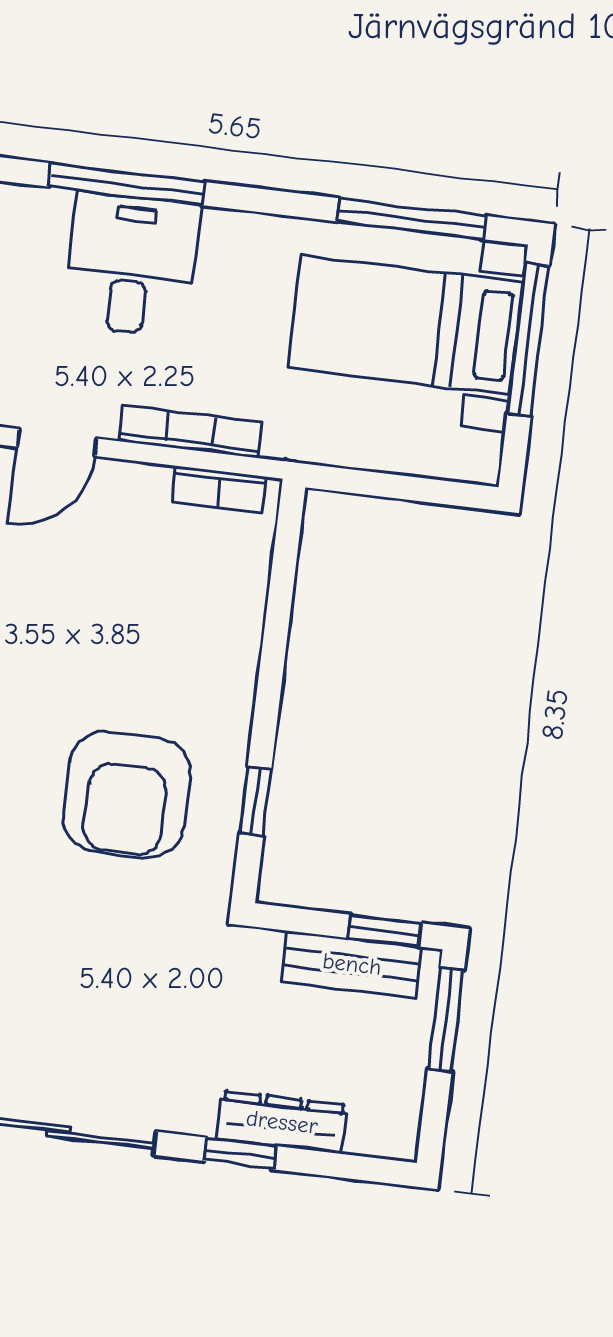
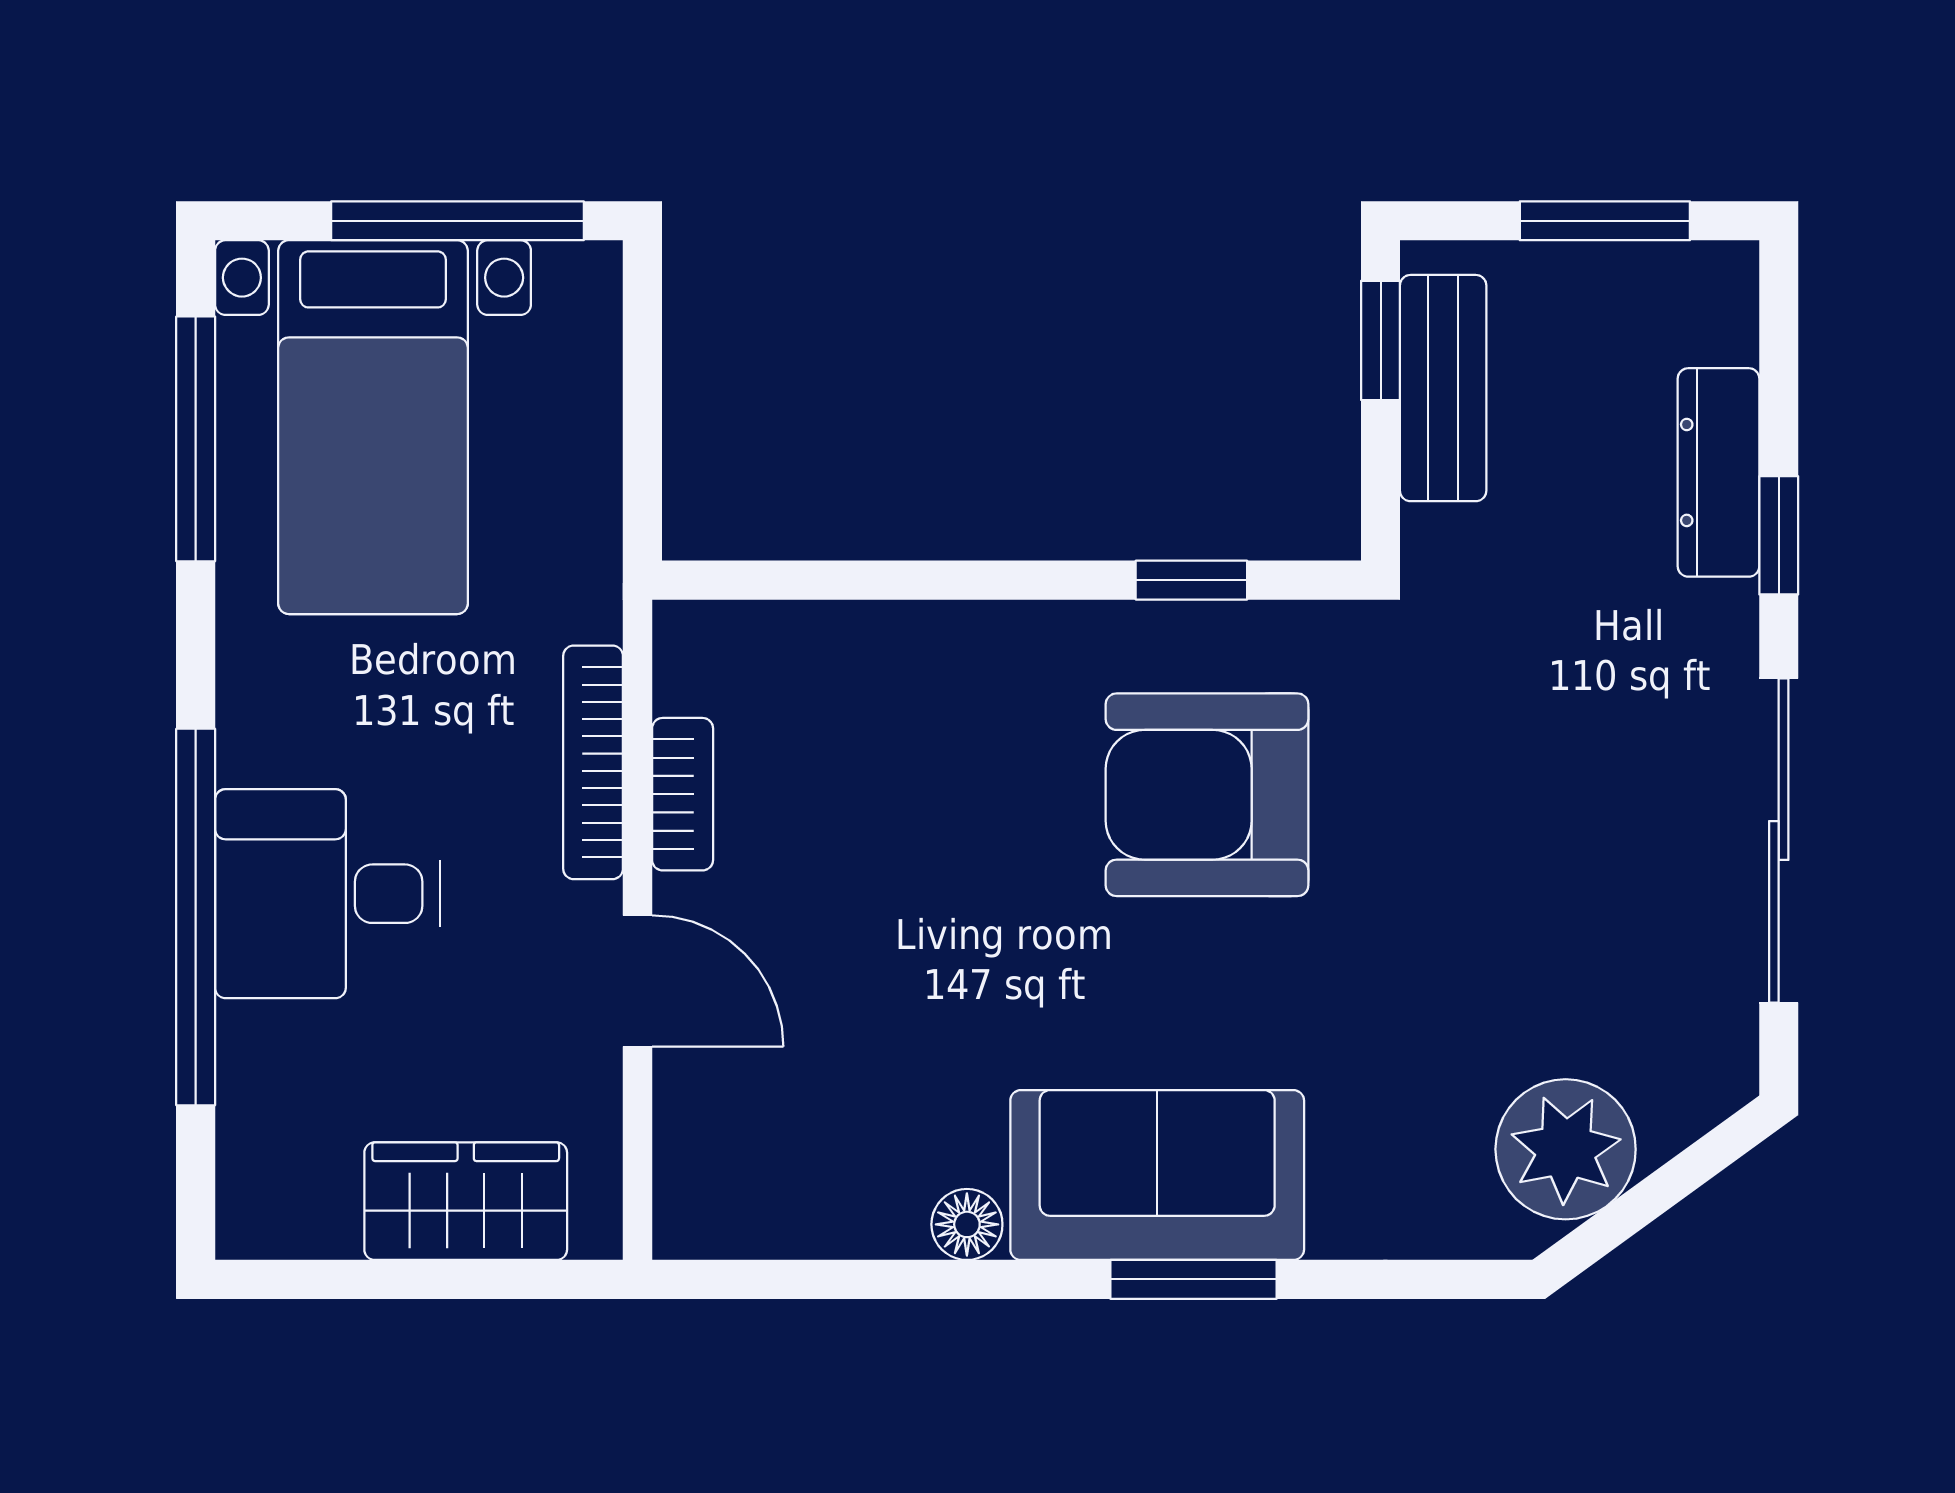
window: (127, 184) -> (196, 917), width x1.46
window: (528, 340) -> (458, 221), moved
bookcase: (219, 489) -> (683, 794), moved
armchair: (127, 795) -> (1207, 795), turned 180
window: (446, 1020) -> (1605, 221), moved

